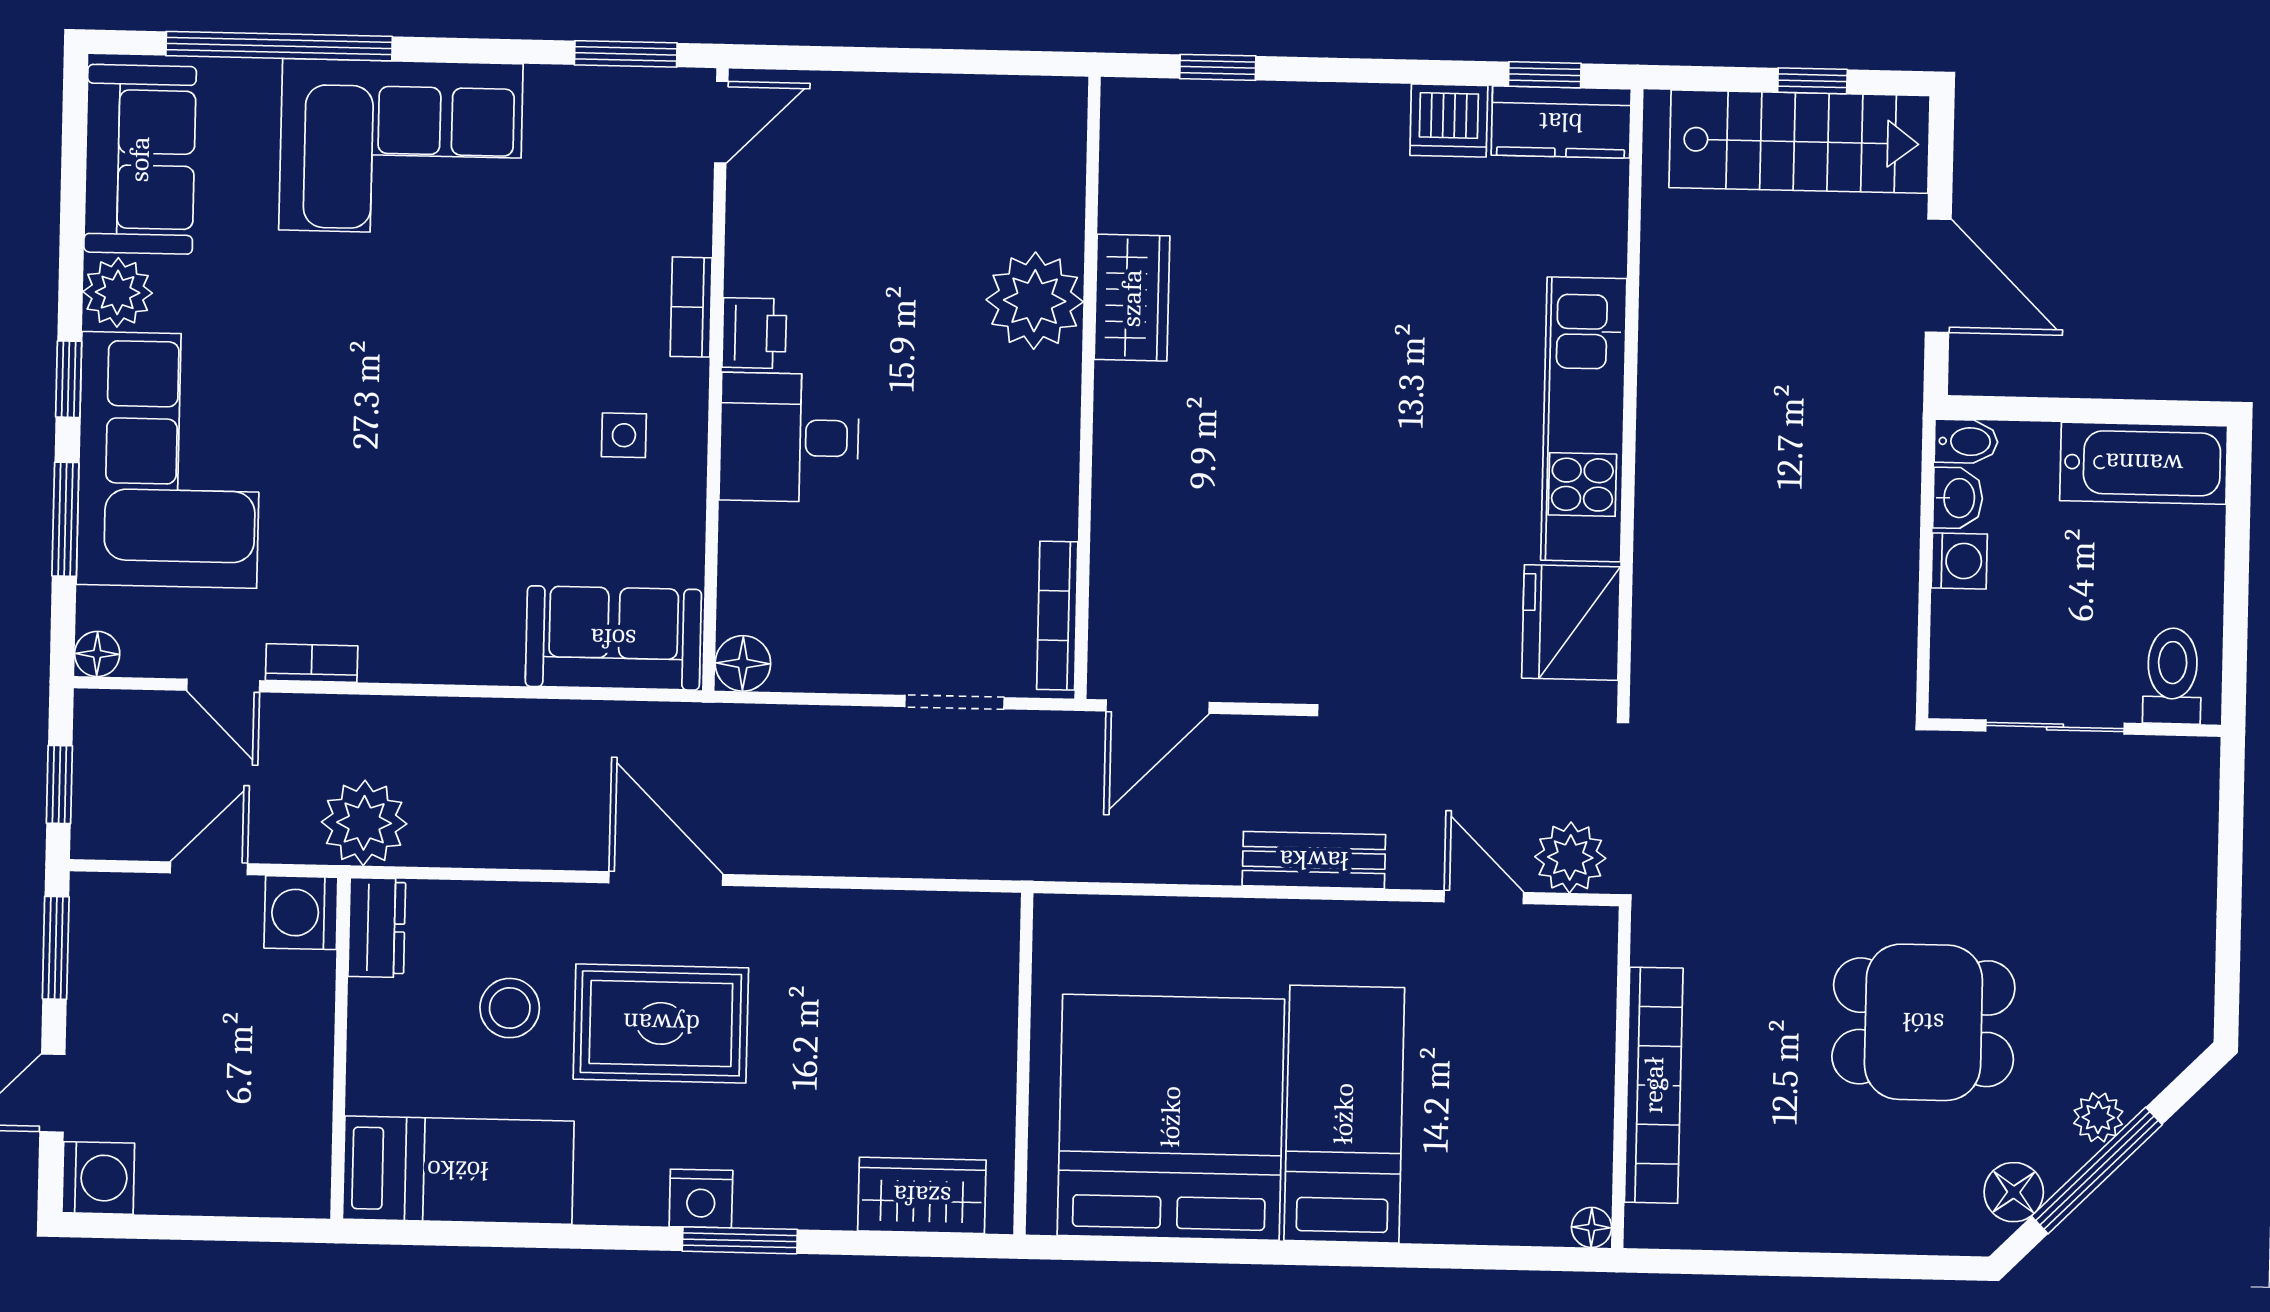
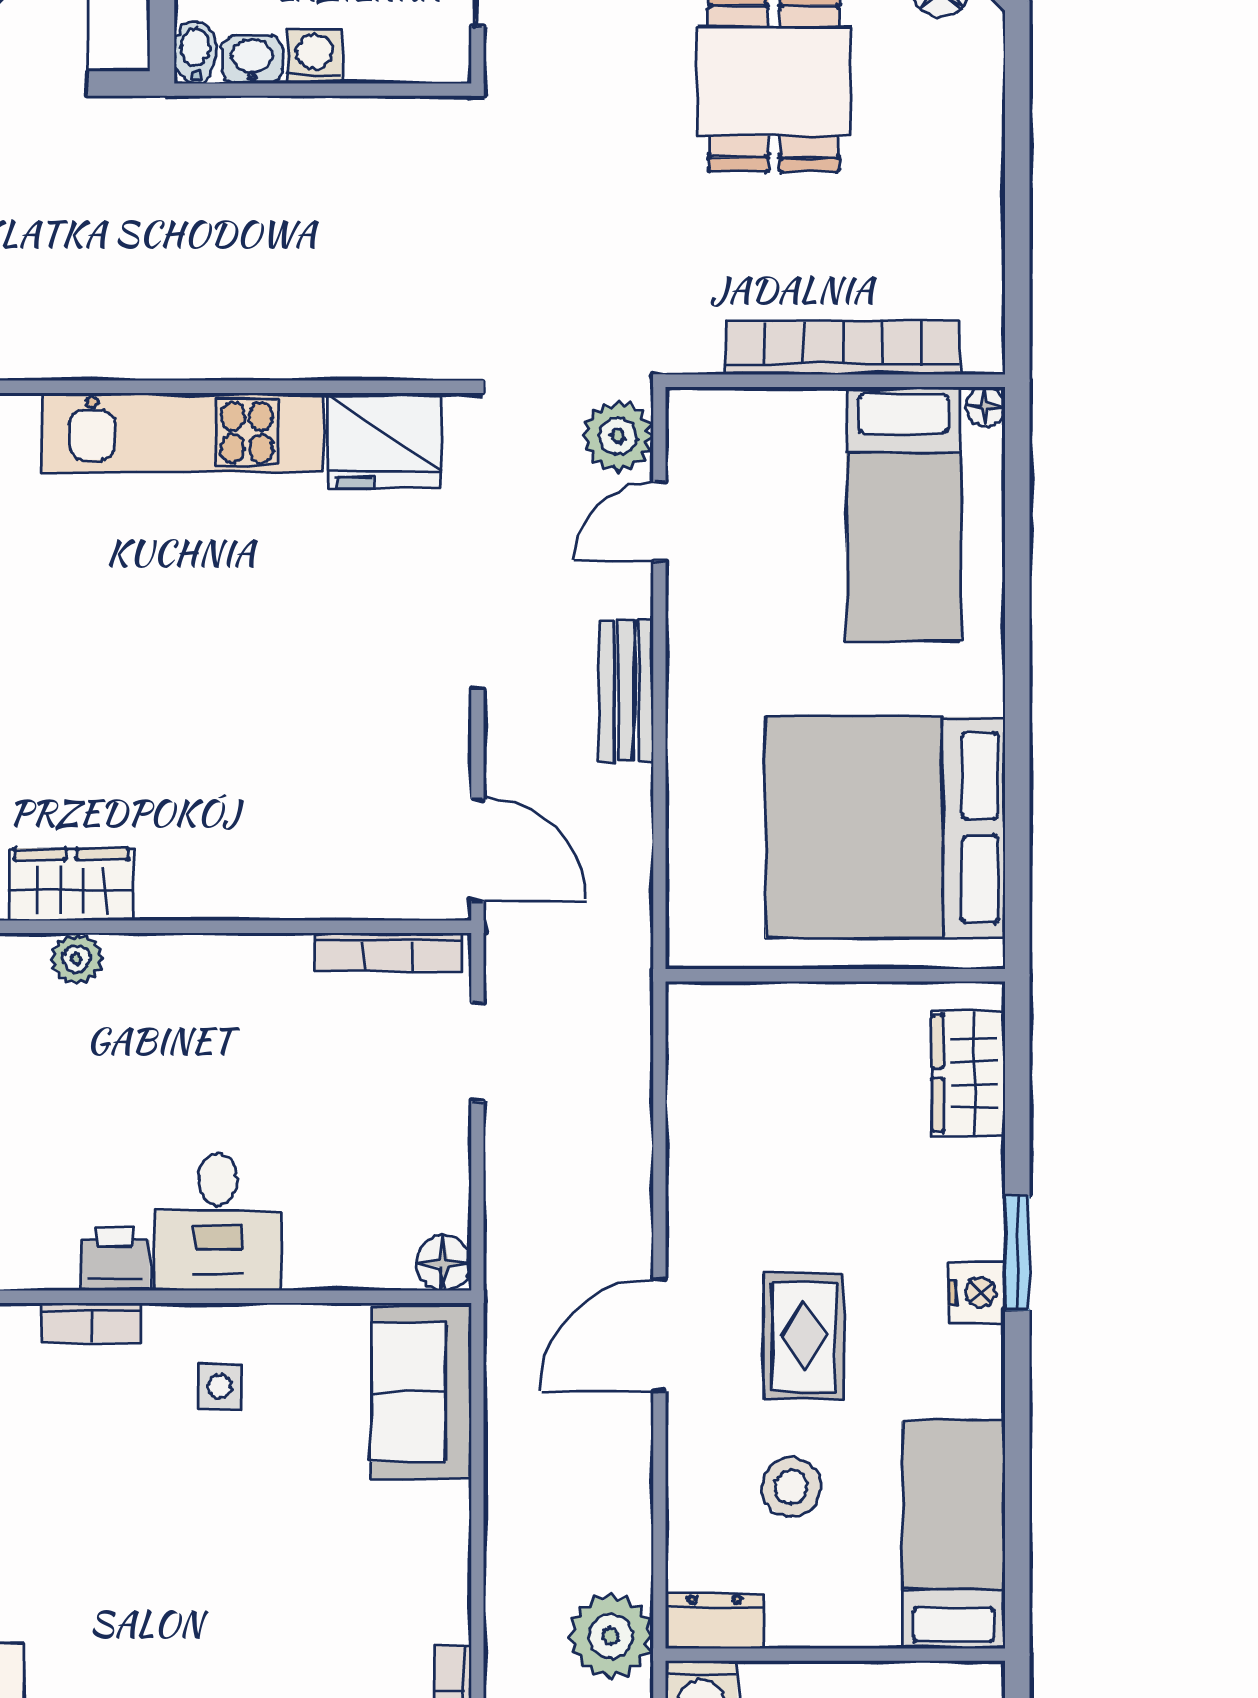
plant: (1035, 301) -> (77, 959), width x0.53, depth x0.53
rug: (661, 1023) -> (803, 1336), width x0.73, depth x0.70
bed: (1344, 1114) -> (903, 514), moved, turned -90

